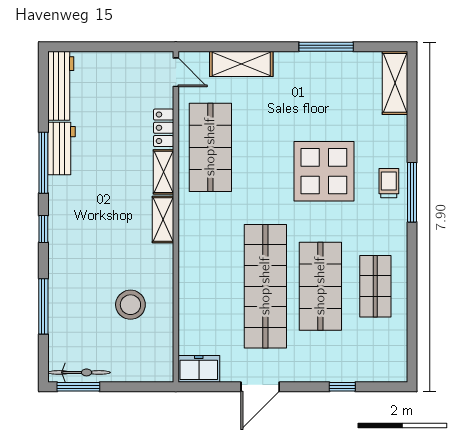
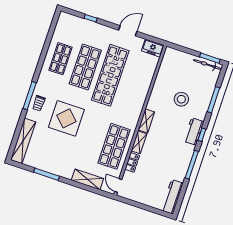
shelving: (395, 83) -> (23, 141), width x1.47
workbench: (61, 148) -> (194, 132), moved
stool: (130, 305) -> (181, 99), moved

